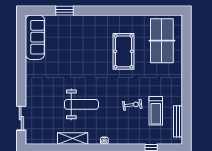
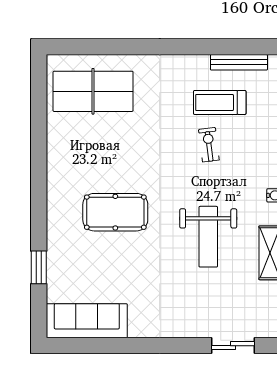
pool table: (123, 51) -> (115, 212), moved
weight bench: (81, 104) -> (208, 237), turned 180
treadmill: (156, 111) -> (220, 102), turned 180

